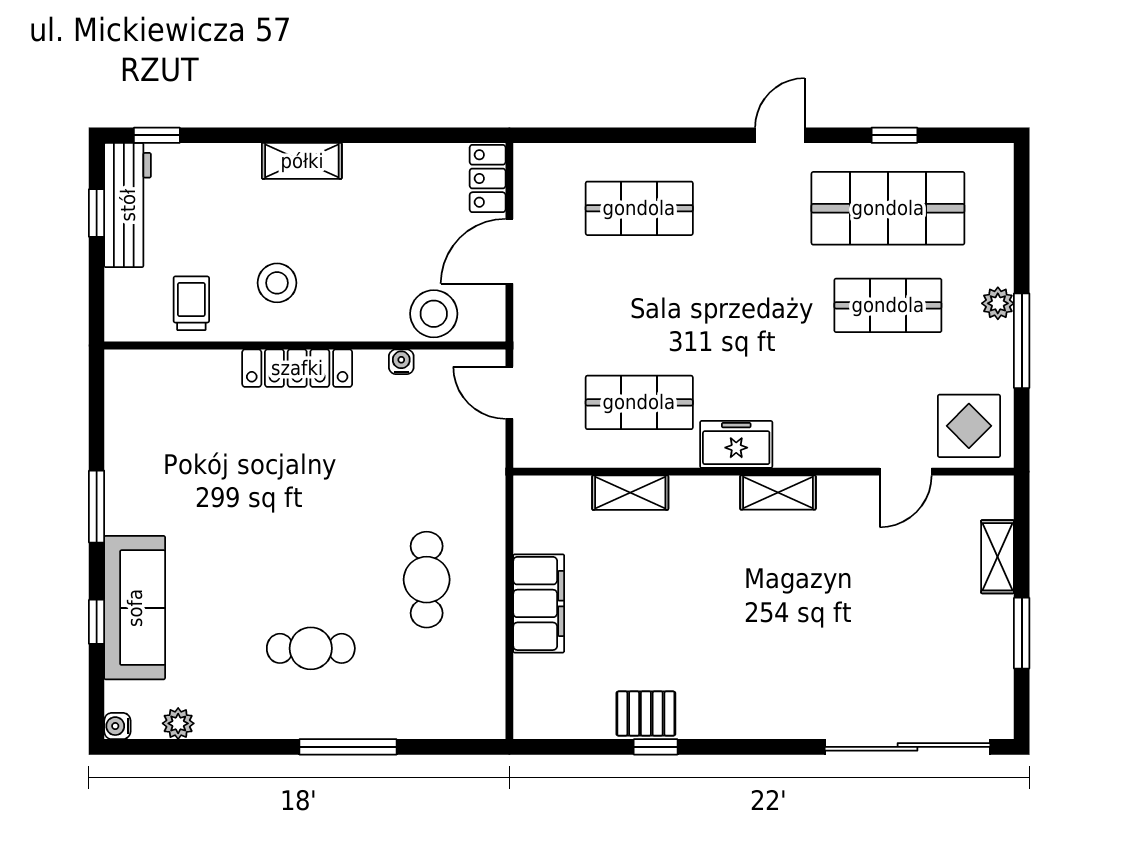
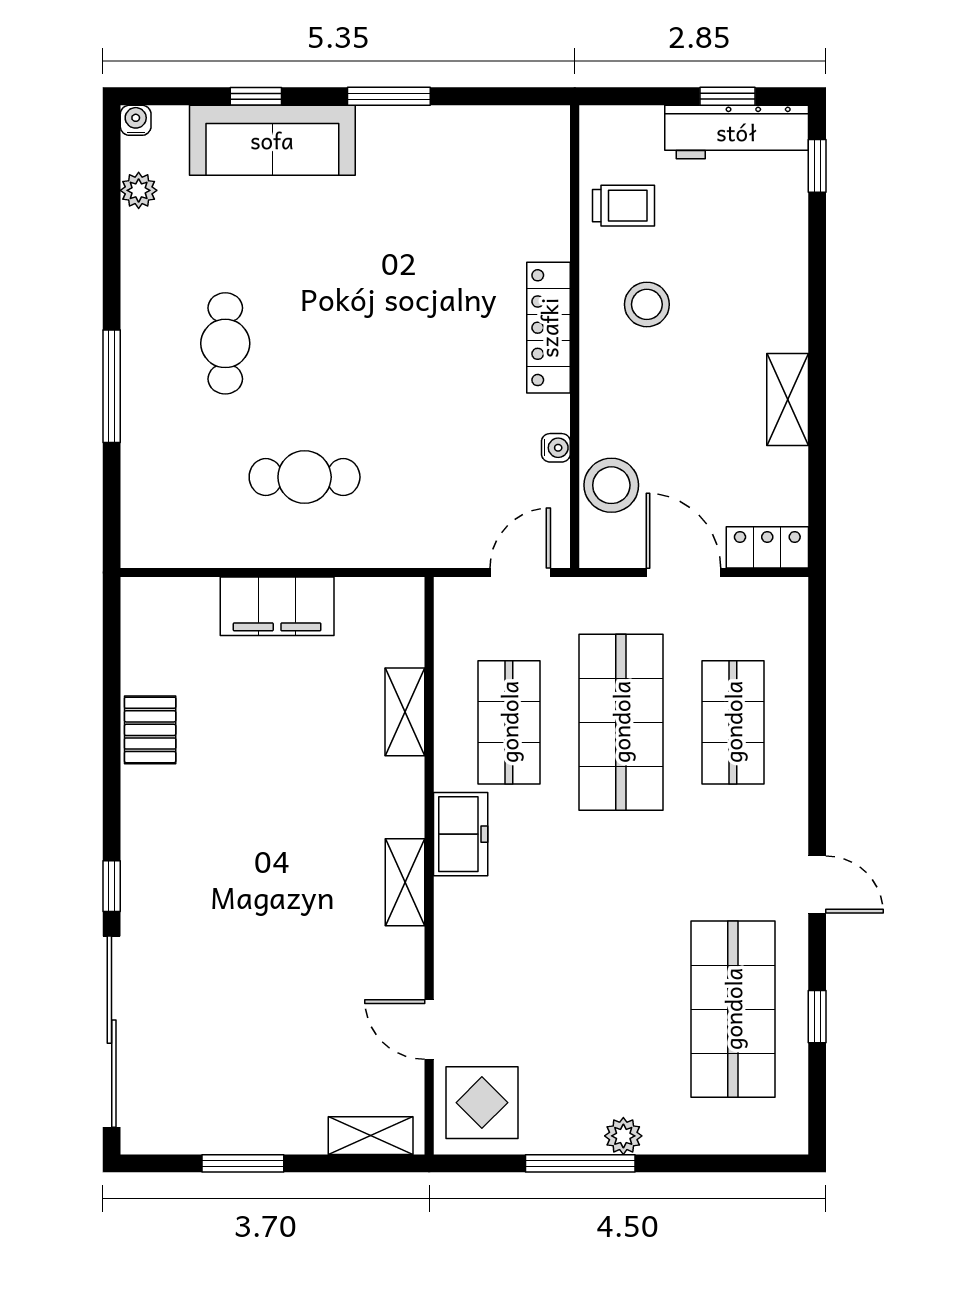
shelving: (302, 161) -> (788, 399), moved
shop shelf: (888, 305) -> (621, 722), moved, width x1.43, depth x1.36
shelving: (998, 557) -> (371, 1136), moved
window: (656, 747) -> (112, 886), moved

